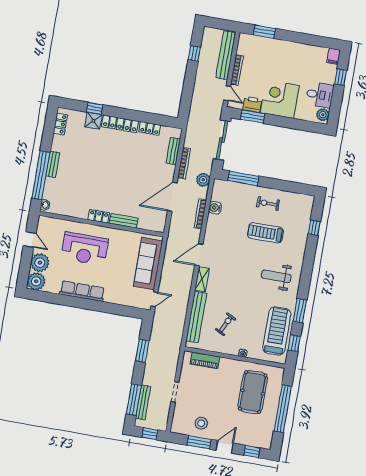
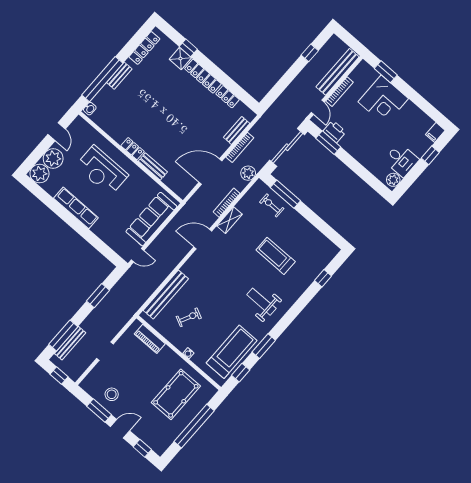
corner desk: (280, 99) -> (383, 100), moved, turned 180
locker: (60, 124) -> (144, 48), width x1.53
exercise bike: (268, 203) -> (272, 205), moved
water cooler: (215, 208) -> (243, 205), removed
shelving: (202, 279) -> (230, 220), moved

